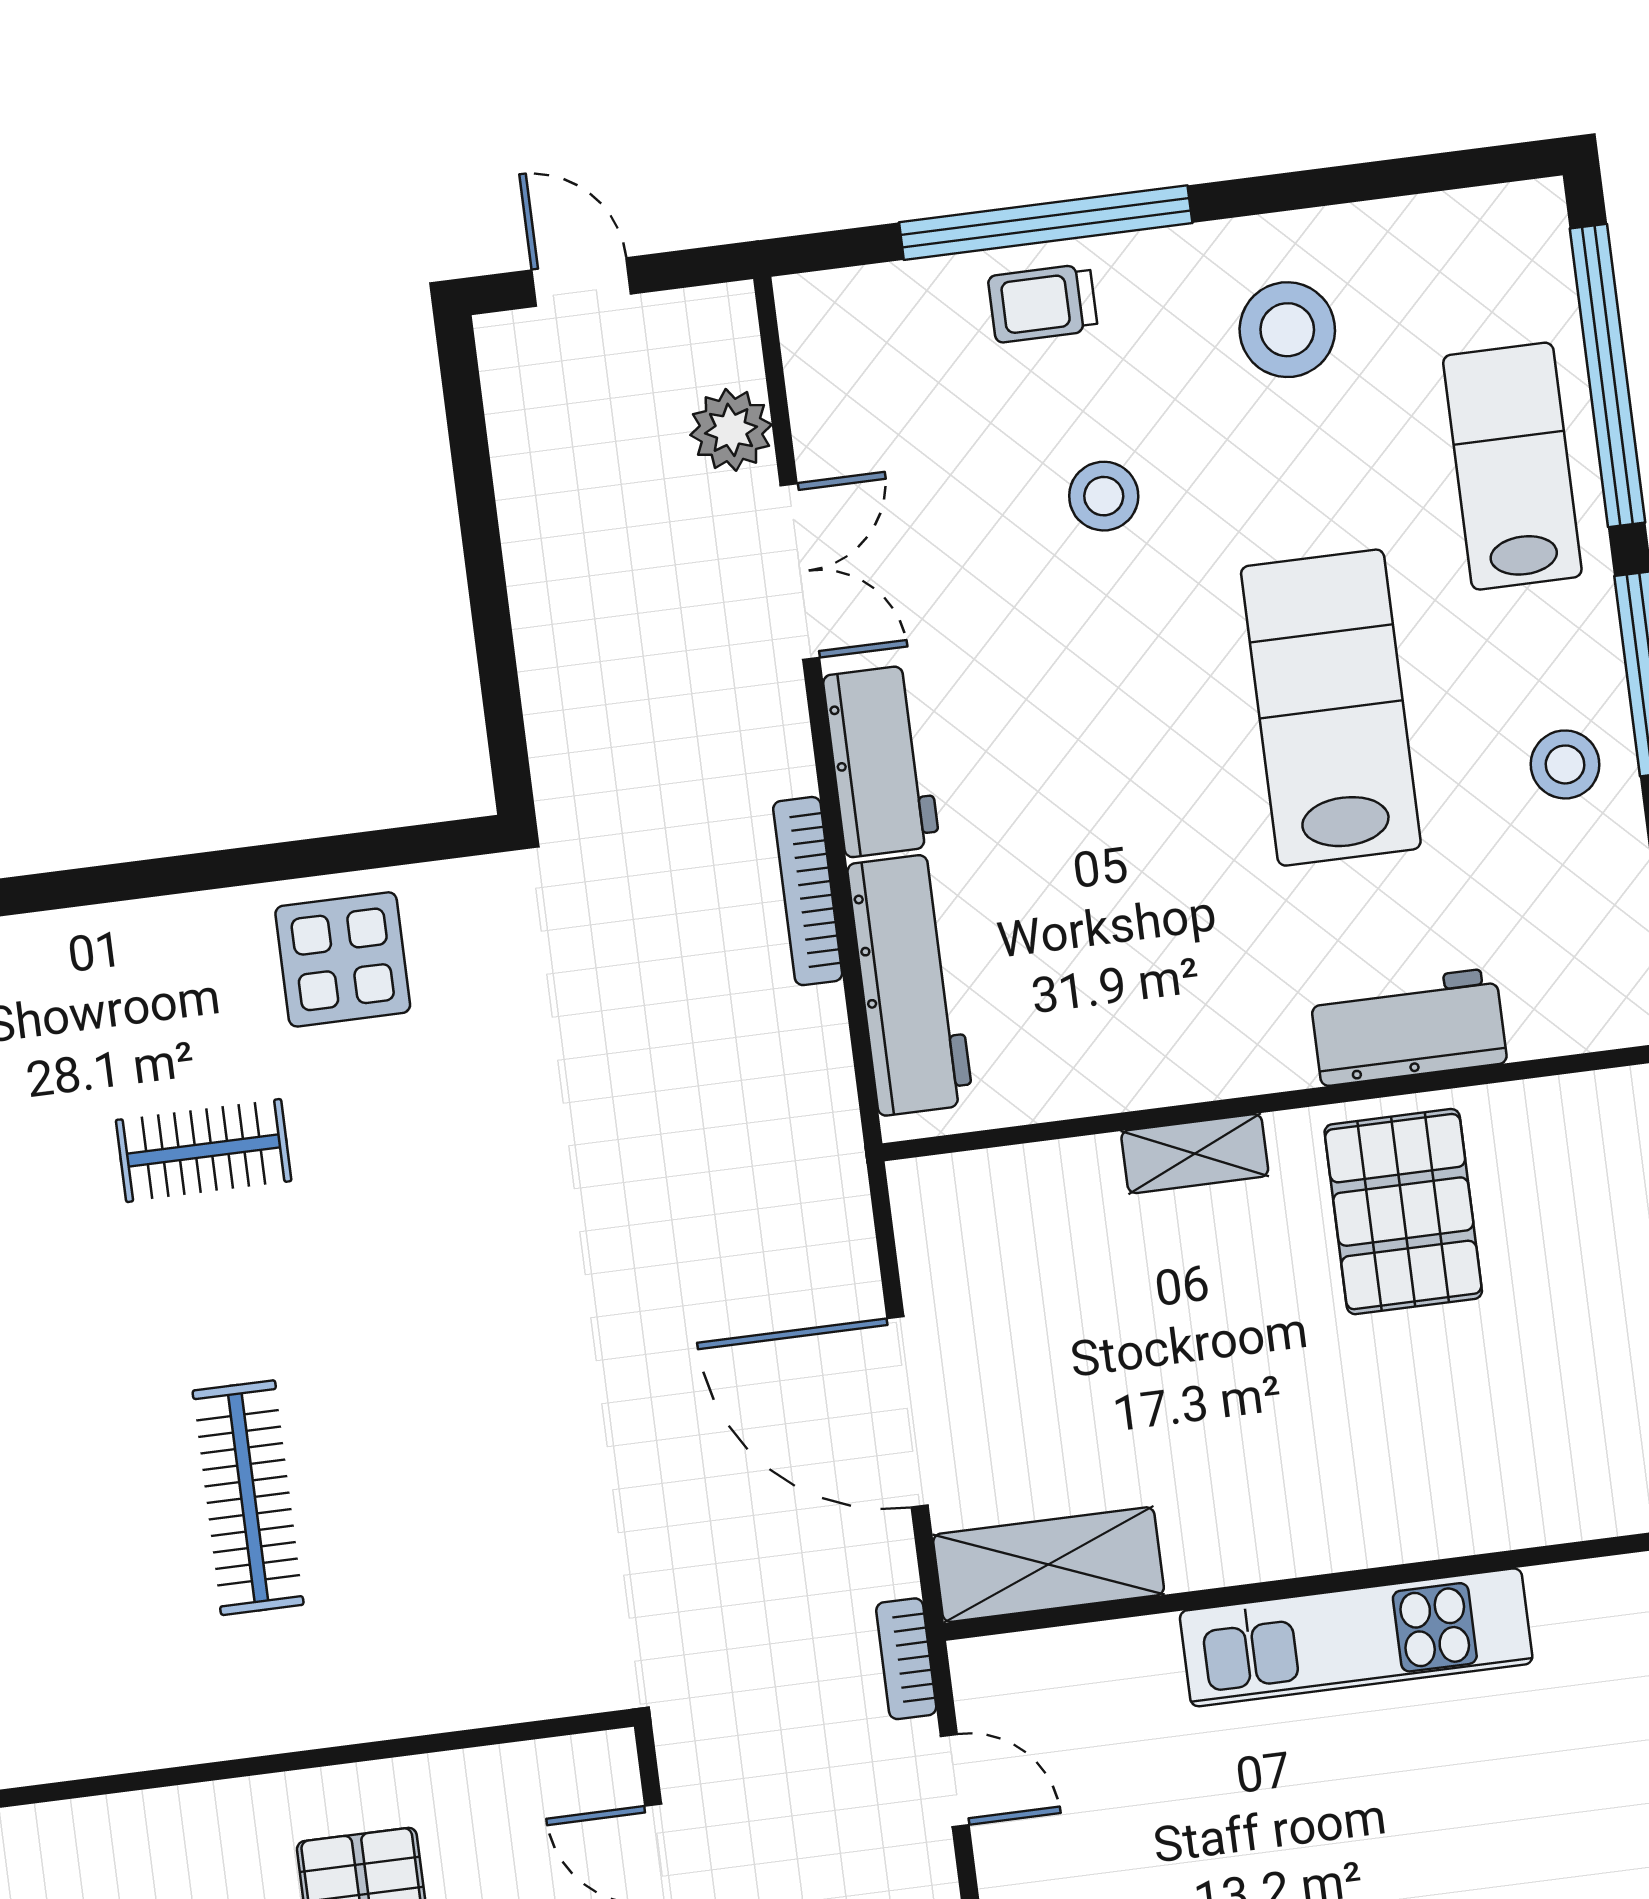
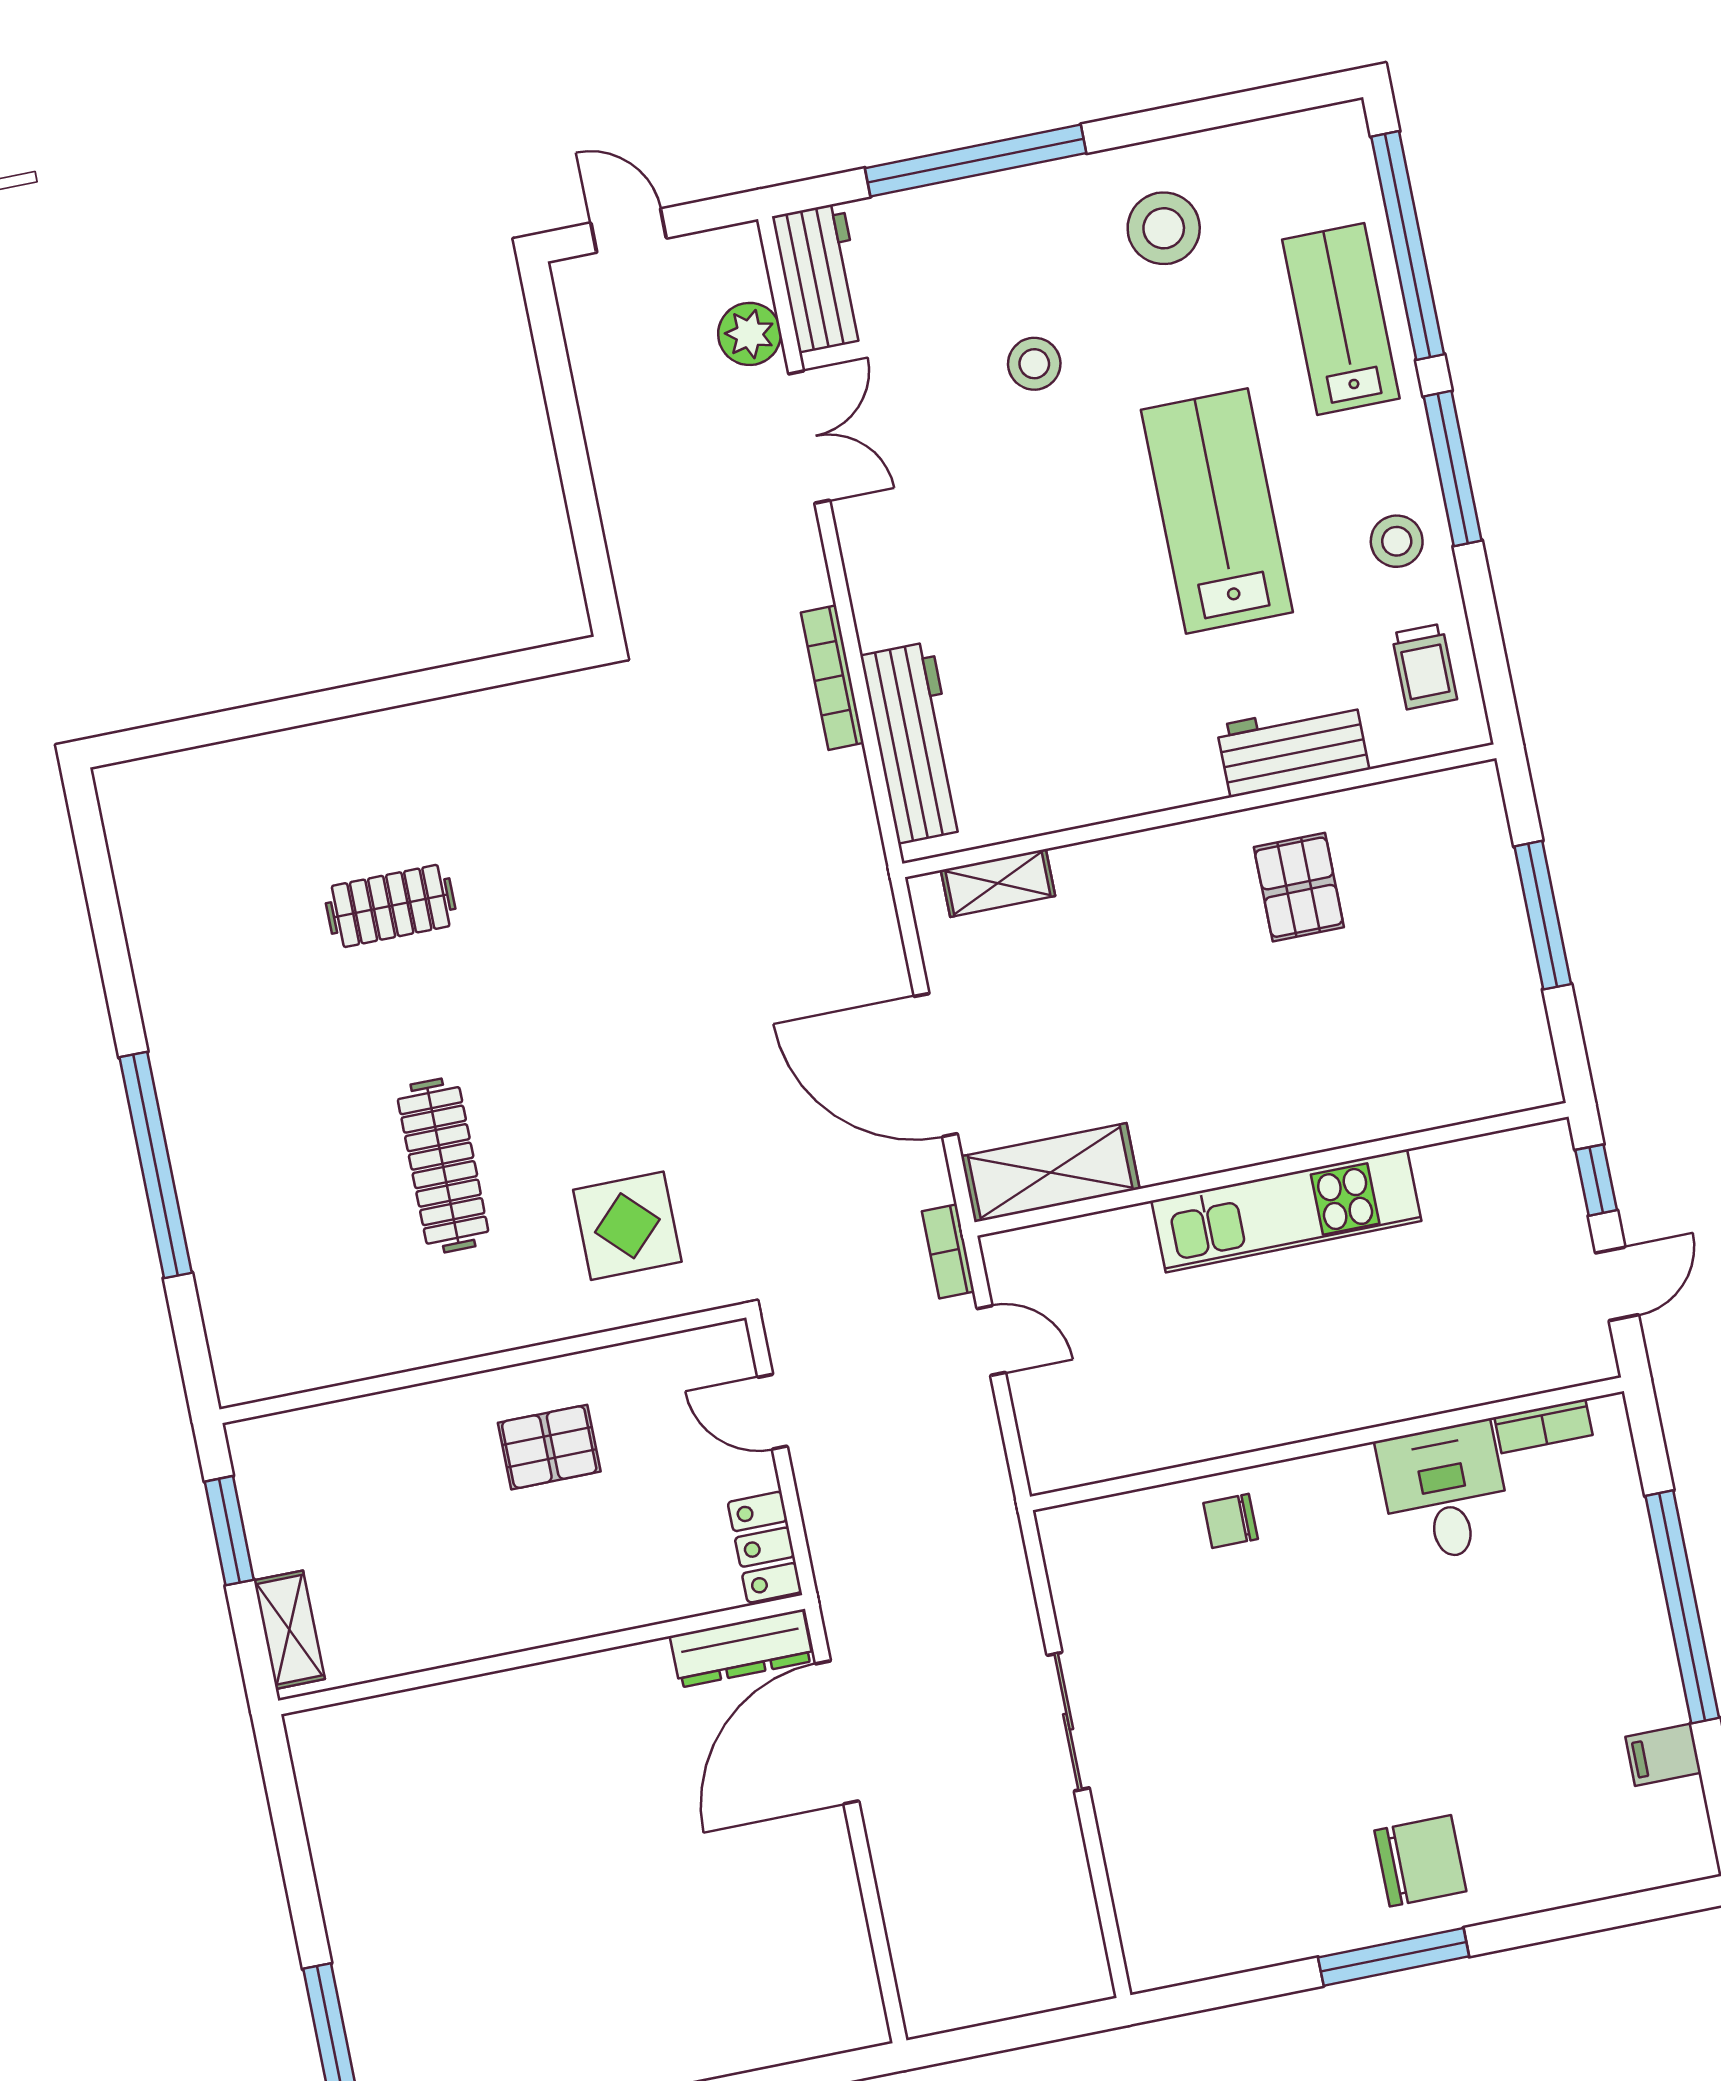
trolley: (1043, 303) -> (1424, 666), moved, turned -90
workbench: (881, 761) -> (821, 277), moved
display table: (343, 959) -> (627, 1226), moved
shelving: (1195, 1154) -> (998, 883), moved
pallet: (1403, 1212) -> (1299, 887), width x0.67, depth x0.71

